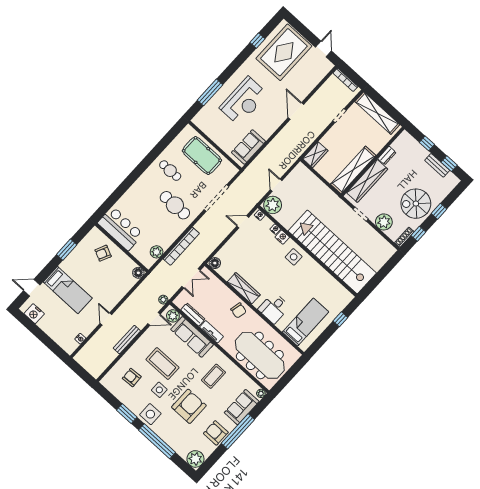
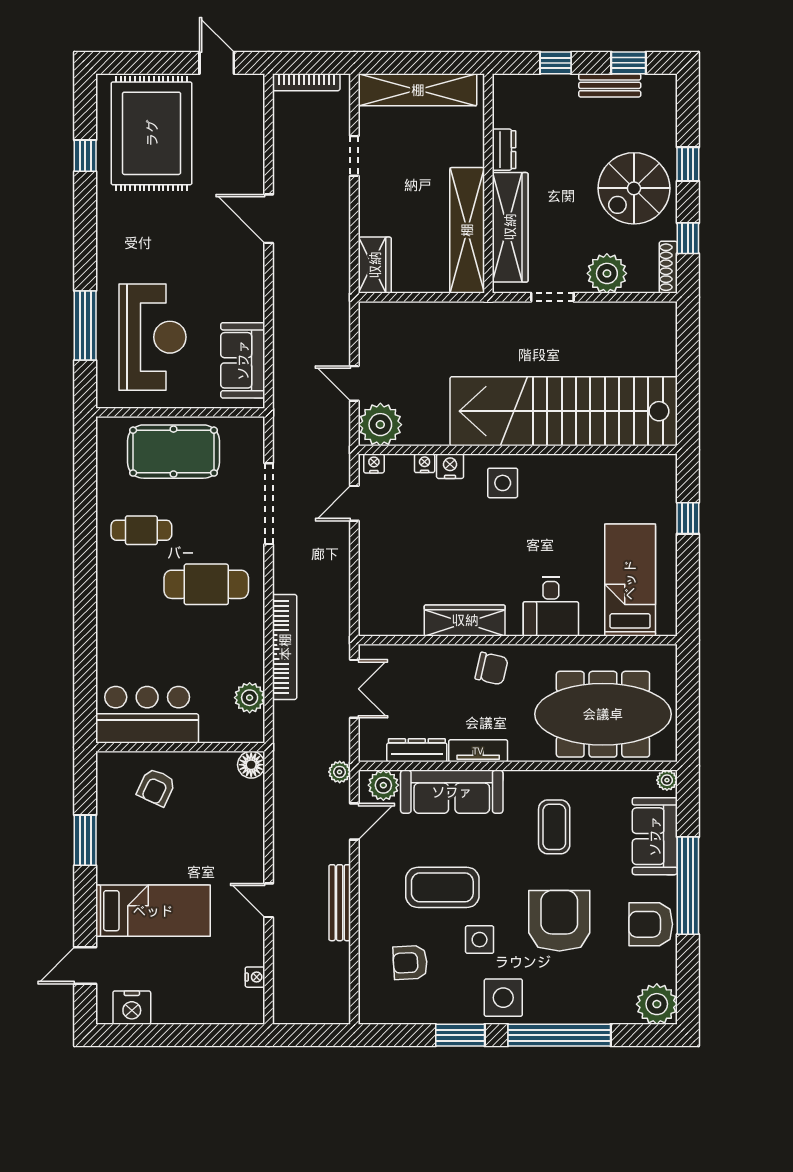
reception desk: (244, 101) -> (152, 337), moved
floor lamp: (215, 263) -> (372, 623), removed

